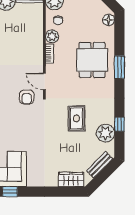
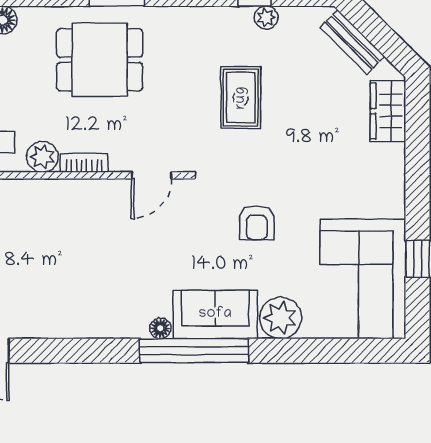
armchair: (27, 97) -> (257, 223), moved, turned 90
rug: (77, 118) -> (241, 98), turned 90
plant: (105, 133) -> (266, 18), width x0.53, depth x0.53

